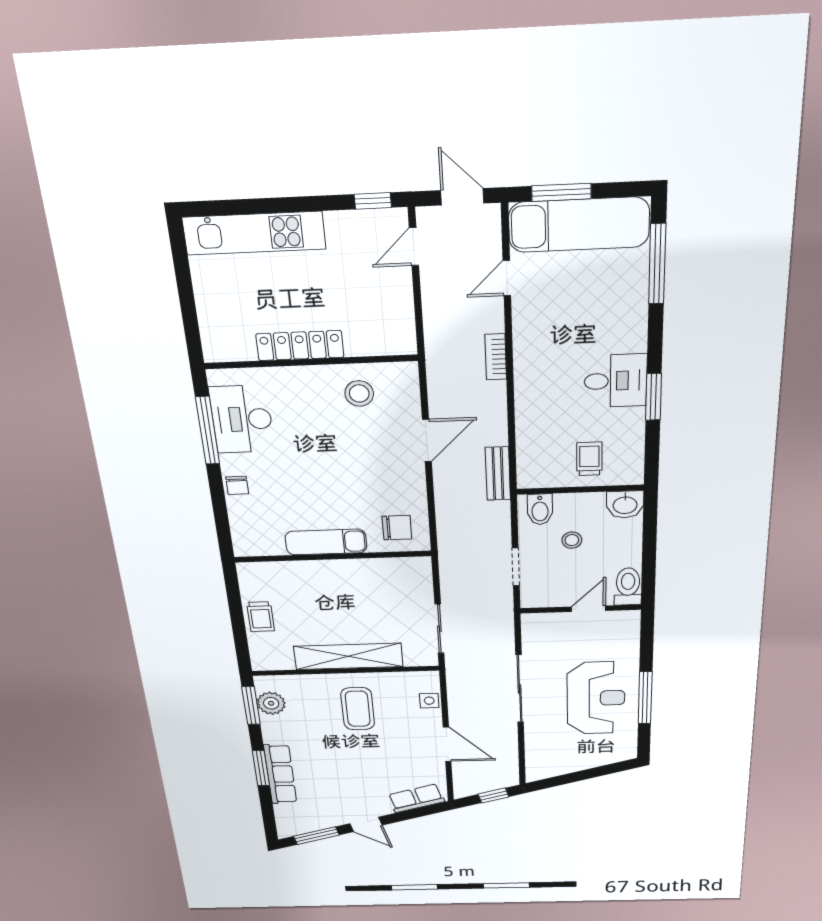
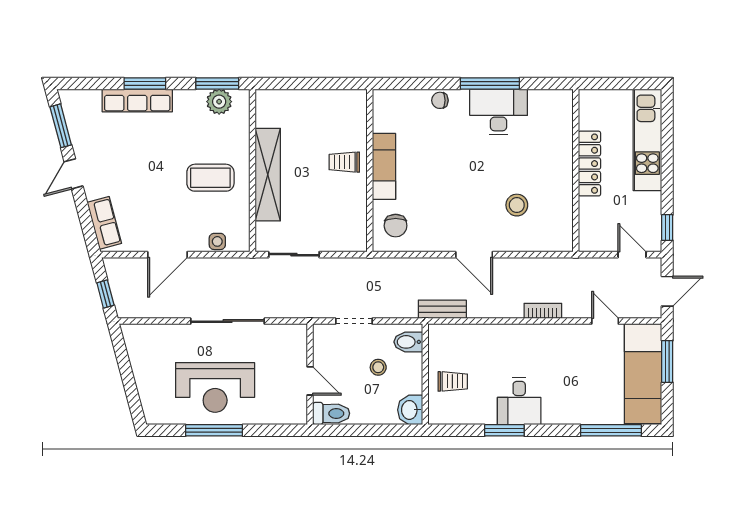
locker: (300, 346) -> (589, 164), moved
wall: (311, 362) -> (576, 170), moved
trolley: (261, 617) -> (344, 162), moved

